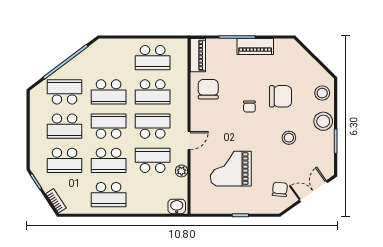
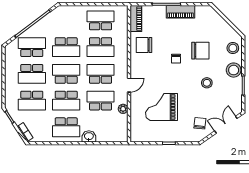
school desk: (153, 58) -> (101, 20), turned 180
chair: (208, 89) -> (144, 45), turned -90
washbasin: (177, 206) -> (89, 136), moved

